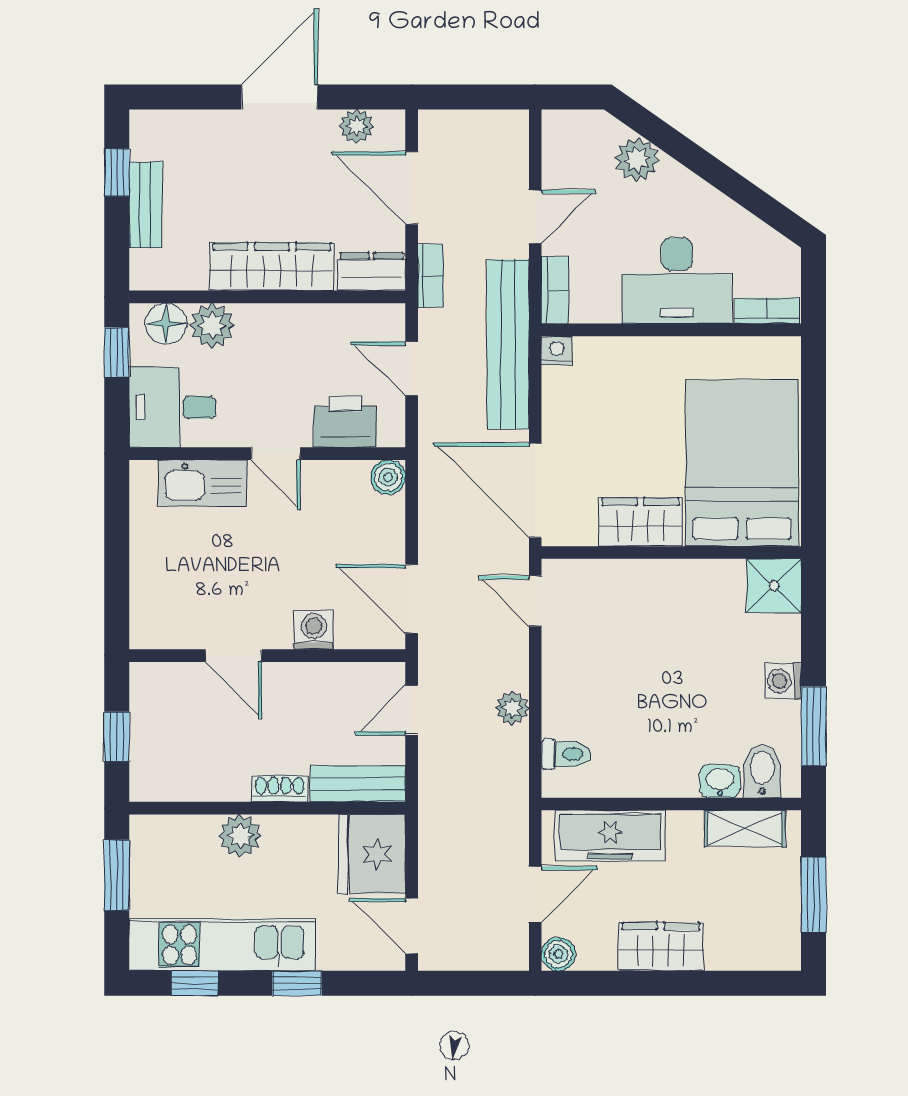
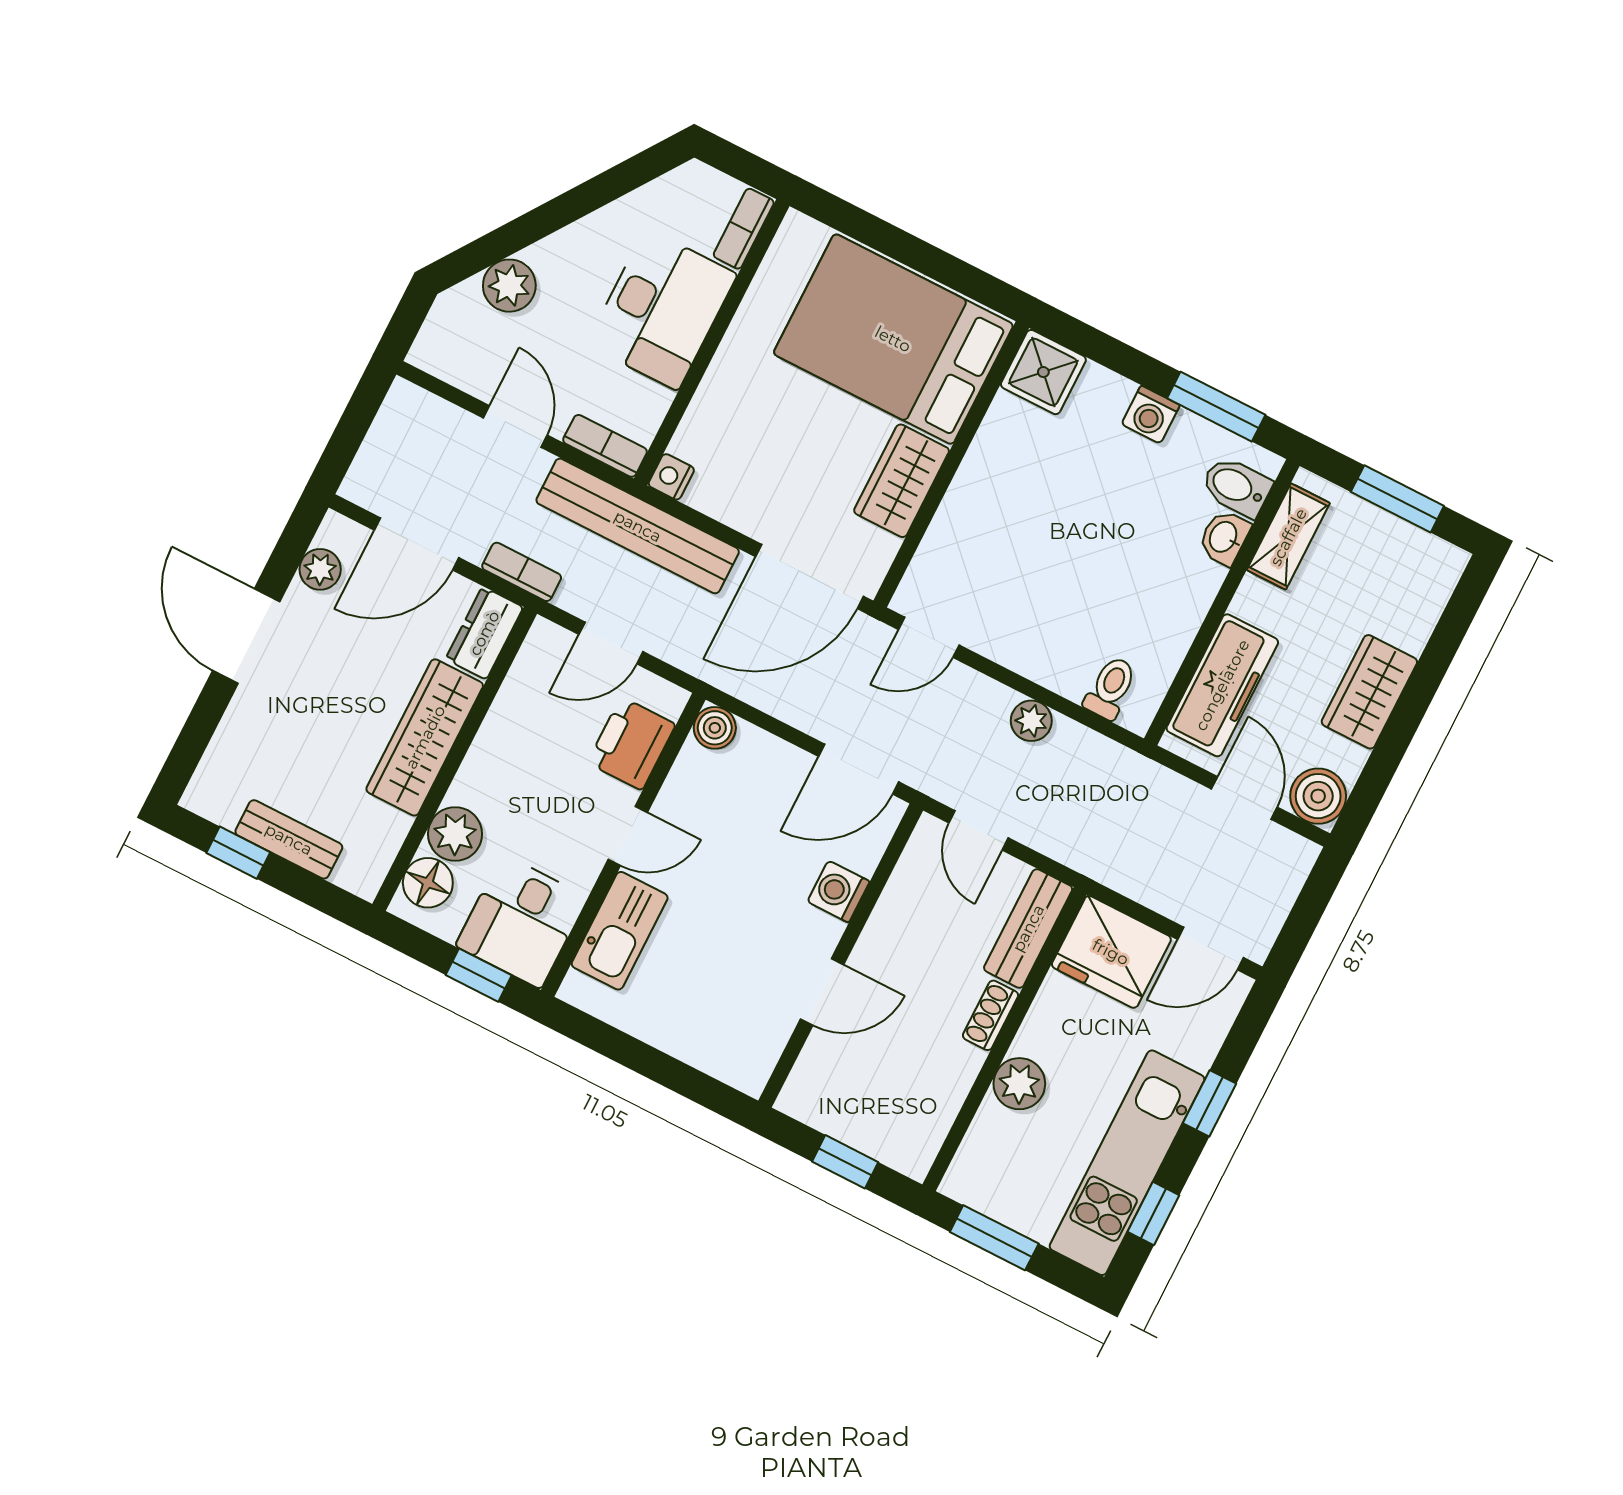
window: (117, 352) -> (479, 975), moved
boiler: (558, 954) -> (1318, 796), width x1.36, depth x1.36

